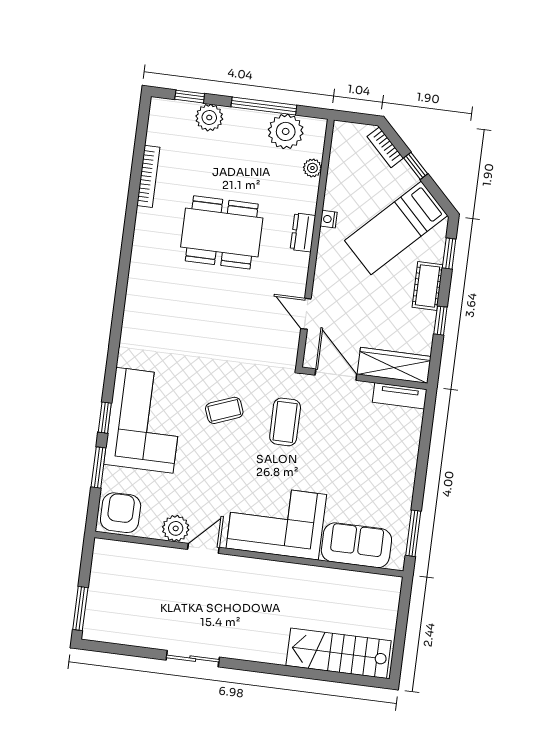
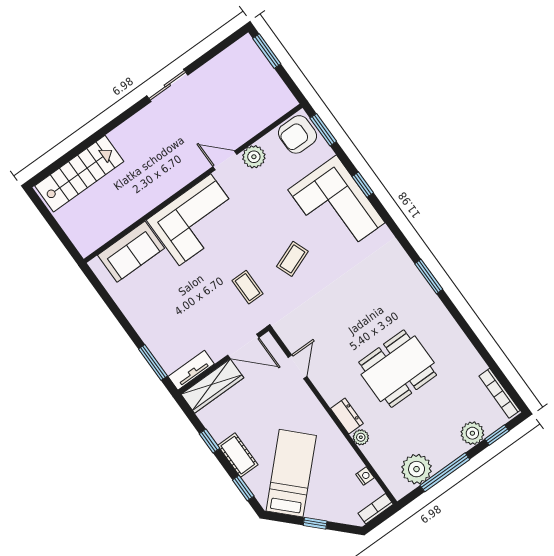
bookcase: (385, 147) -> (376, 509), moved, turned -45
plant: (312, 168) -> (361, 437), moved
bookcase: (148, 176) -> (499, 393), moved
nightstand: (329, 219) -> (365, 476), moved
window: (122, 286) -> (429, 277), added
door: (306, 314) -> (298, 367), hinge flipped
coffee table: (285, 422) -> (248, 287), width x0.73, depth x0.77
window: (98, 467) -> (323, 130), moved
armchair: (121, 513) -> (297, 134), turned 90
window: (413, 533) -> (153, 362), moved
door: (203, 548) -> (225, 160), swing flipped

